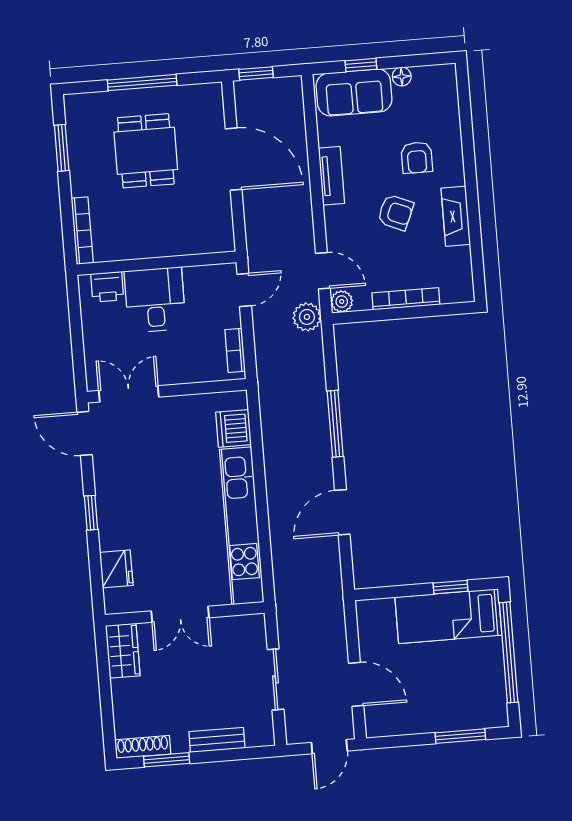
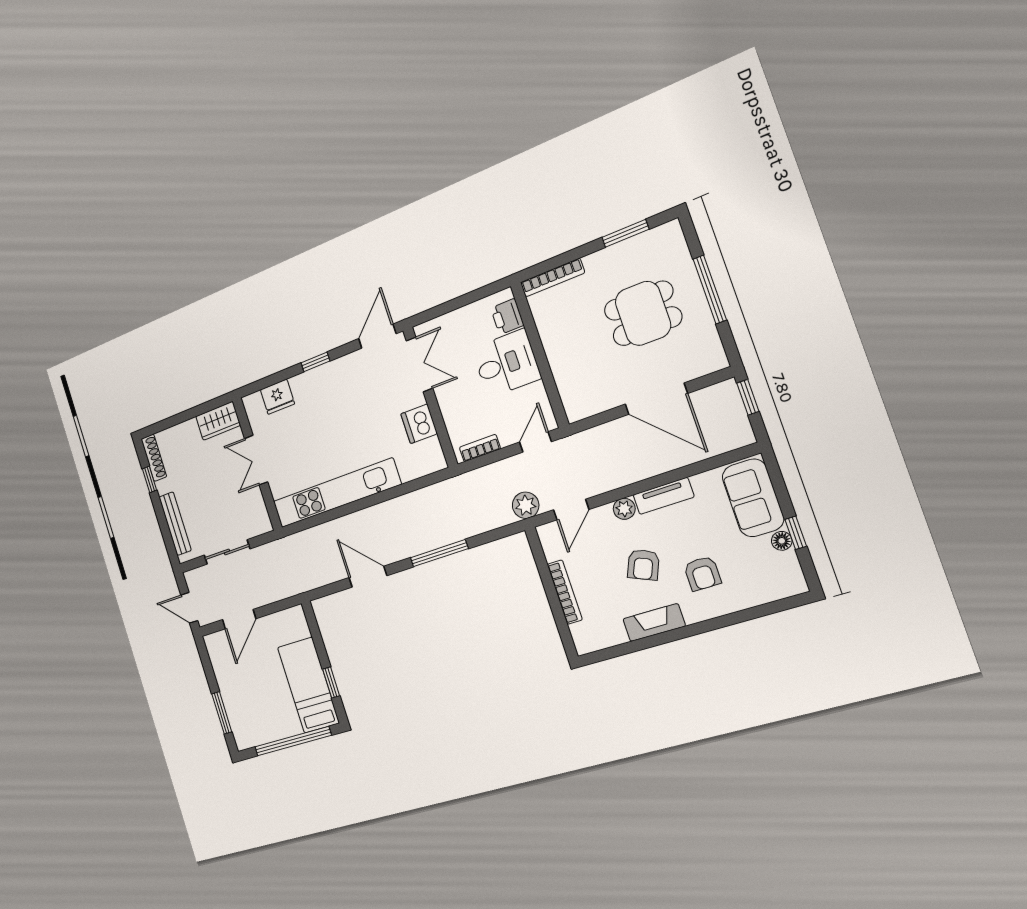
window: (361, 65) -> (796, 533), moved
armchair: (417, 158) -> (702, 573), turned -90
door: (234, 159) -> (656, 399), hinge flipped
door: (244, 290) -> (536, 442), swing flipped
plant: (342, 301) -> (624, 509), moved
dishwasher: (233, 428) -> (419, 424), moved, turned -90
bench: (217, 740) -> (175, 524), width x1.36
window: (167, 760) -> (149, 479), width x0.67

